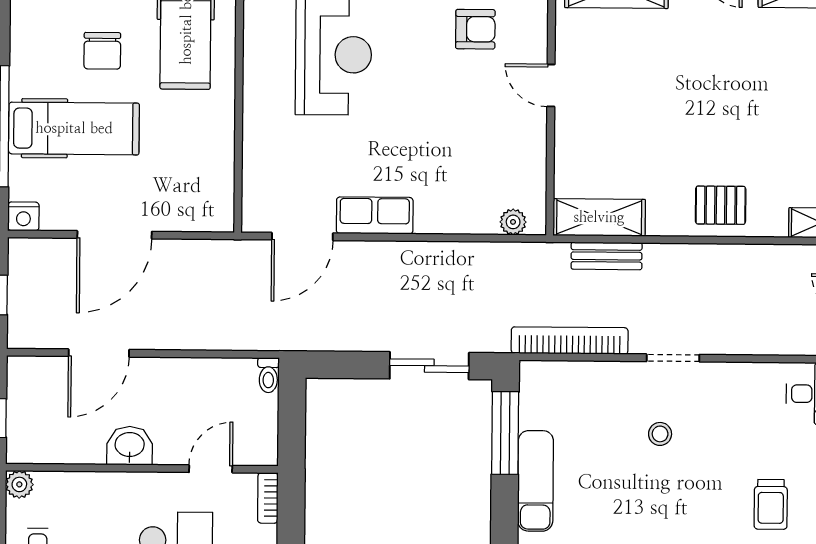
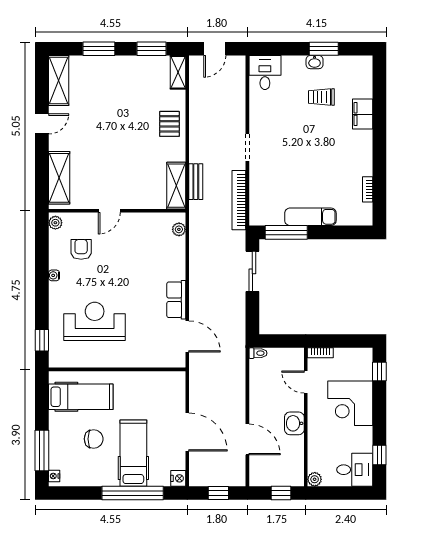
stool: (660, 434) -> (286, 154), removed
trolley: (771, 504) -> (321, 97), turned 180

